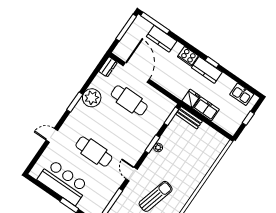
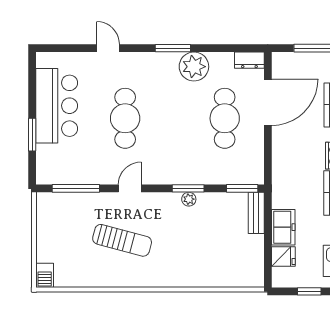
fridge: (191, 98) -> (283, 256), moved

